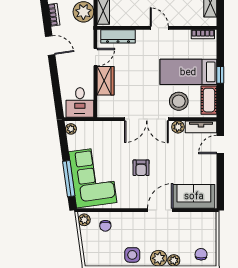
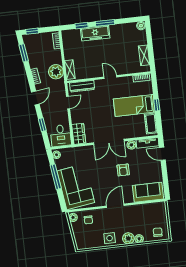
door: (50, 45) -> (35, 98), hinge flipped
wardrobe: (106, 81) -> (79, 134), moved
window: (56, 84) -> (42, 125), added
stool: (179, 101) -> (130, 127), removed
door: (220, 144) -> (162, 154), hinge flipped
armchair: (141, 168) -> (123, 170), moved
window: (69, 179) -> (56, 177), moved
door: (160, 210) -> (115, 206), moved

